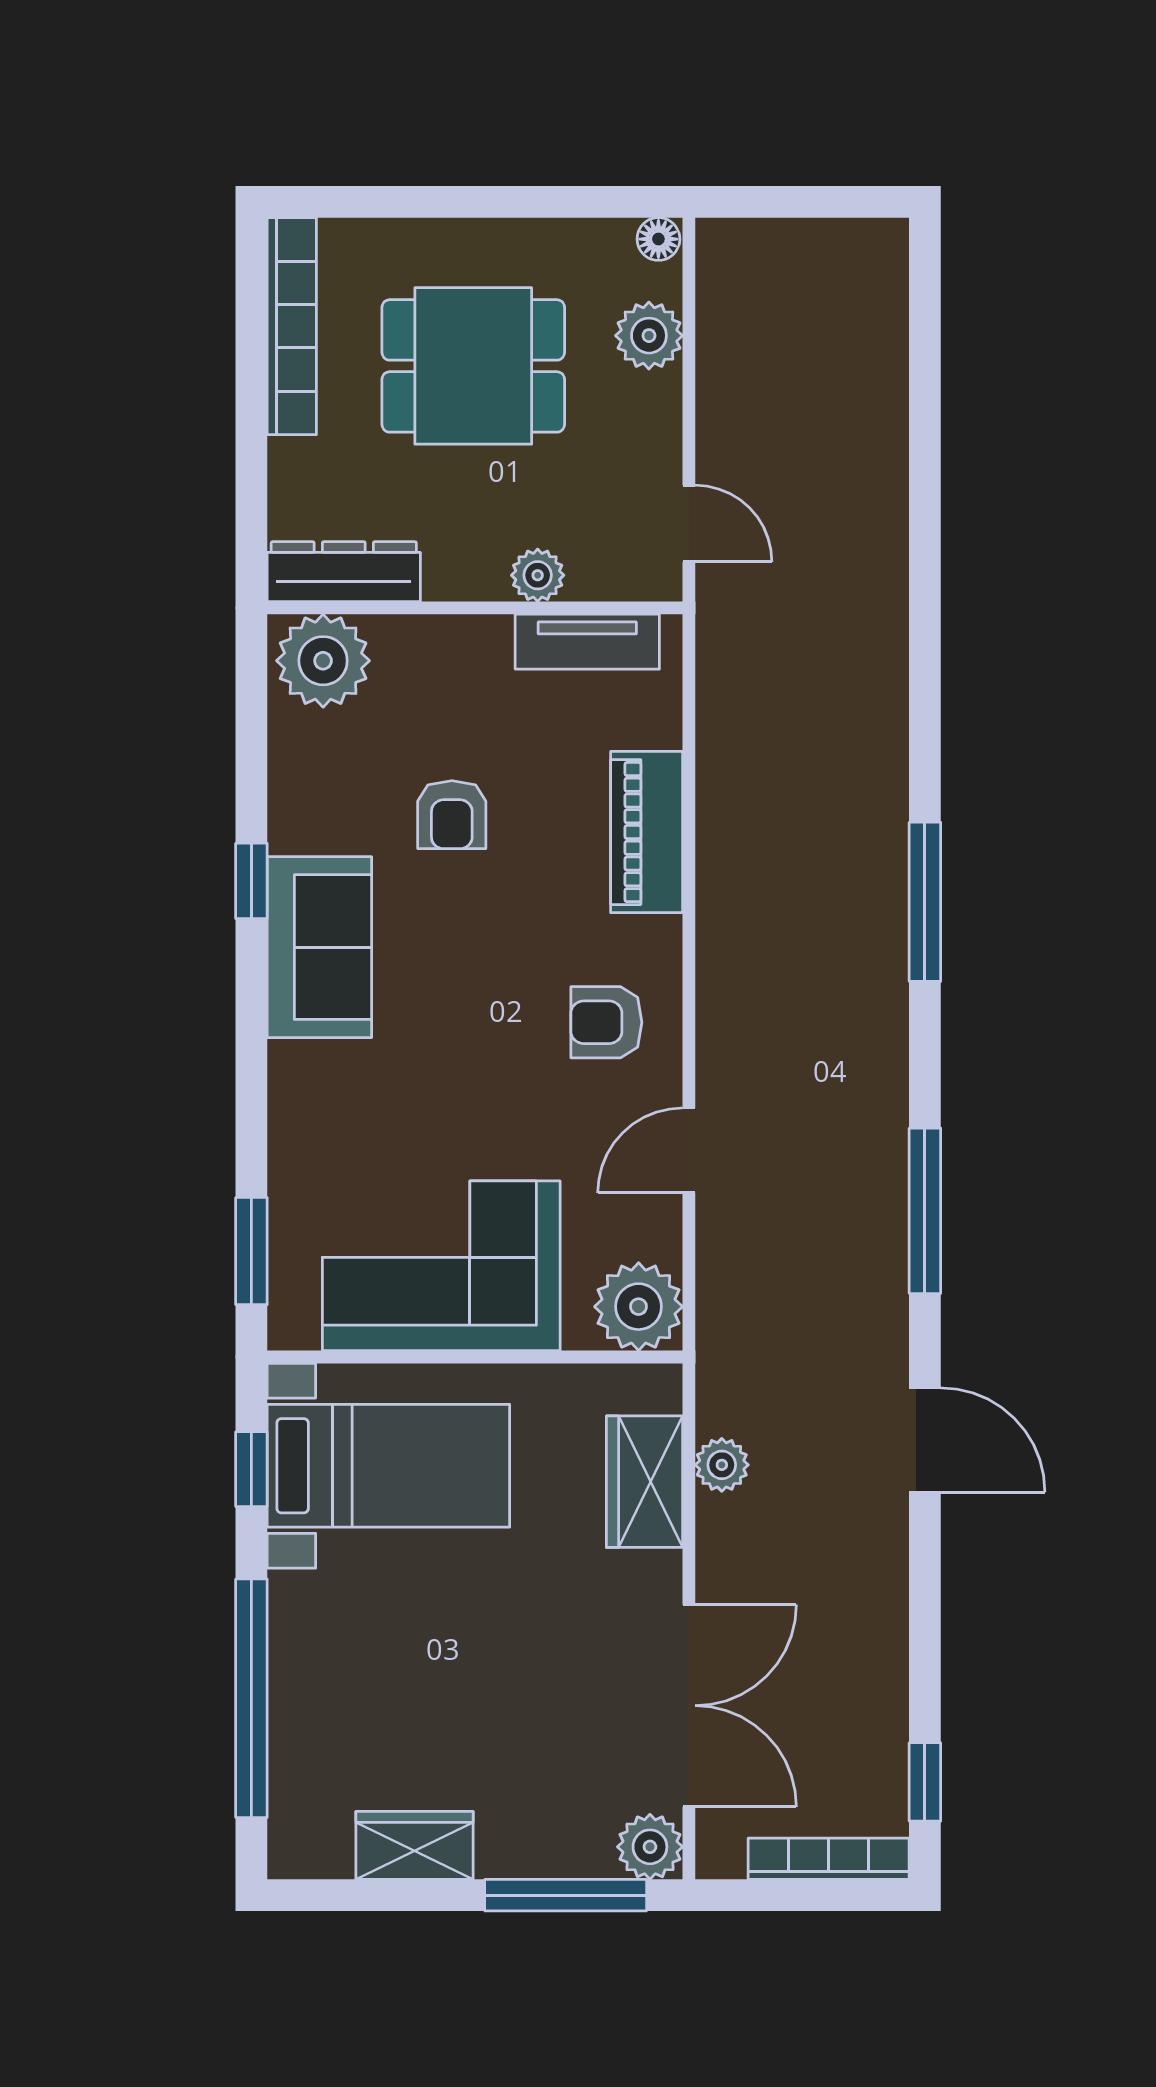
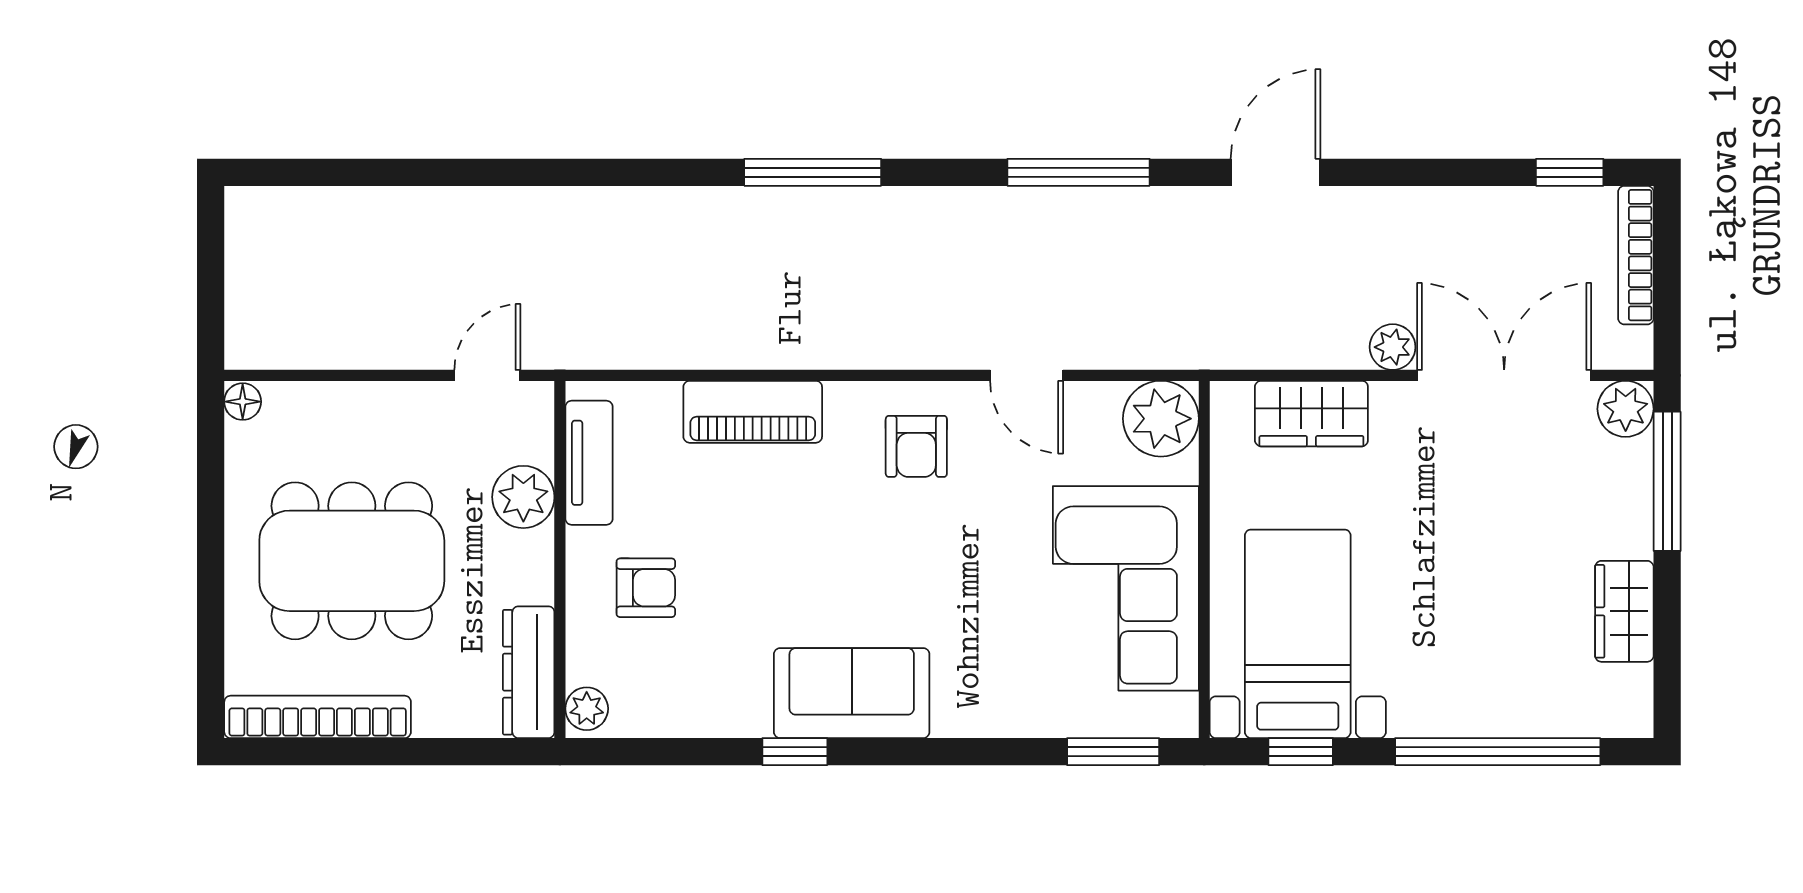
plant: (649, 336) -> (326, 410), removed
dining table: (473, 366) -> (352, 561), width x1.38
plant: (538, 575) -> (523, 497), width x1.38, depth x1.38
plant: (323, 661) -> (587, 709), width x0.53, depth x0.53
armchair: (452, 815) -> (646, 588), moved
plant: (722, 1465) -> (1393, 347), moved

